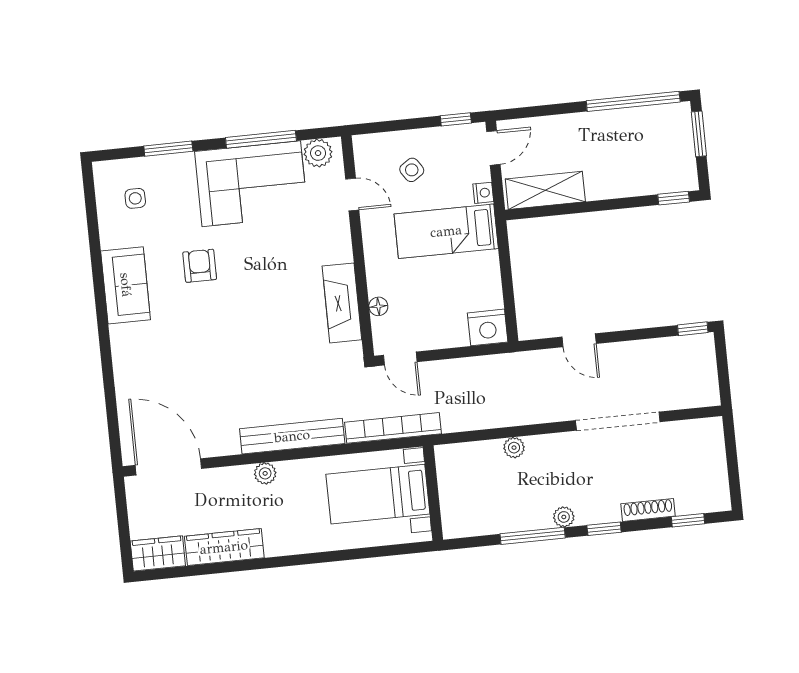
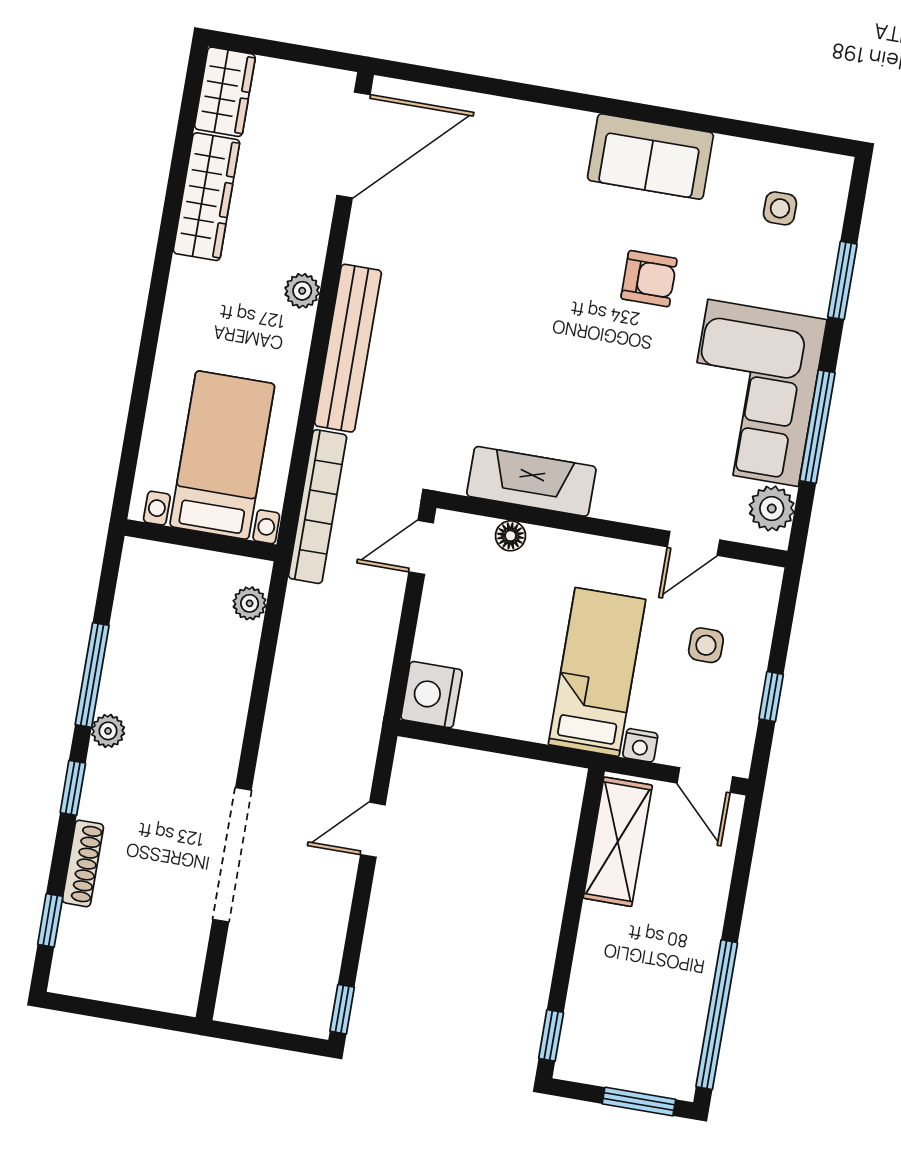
window: (456, 119) -> (771, 697), moved
side table: (412, 170) -> (706, 645), turned 34
plant: (514, 448) -> (250, 603), moved

